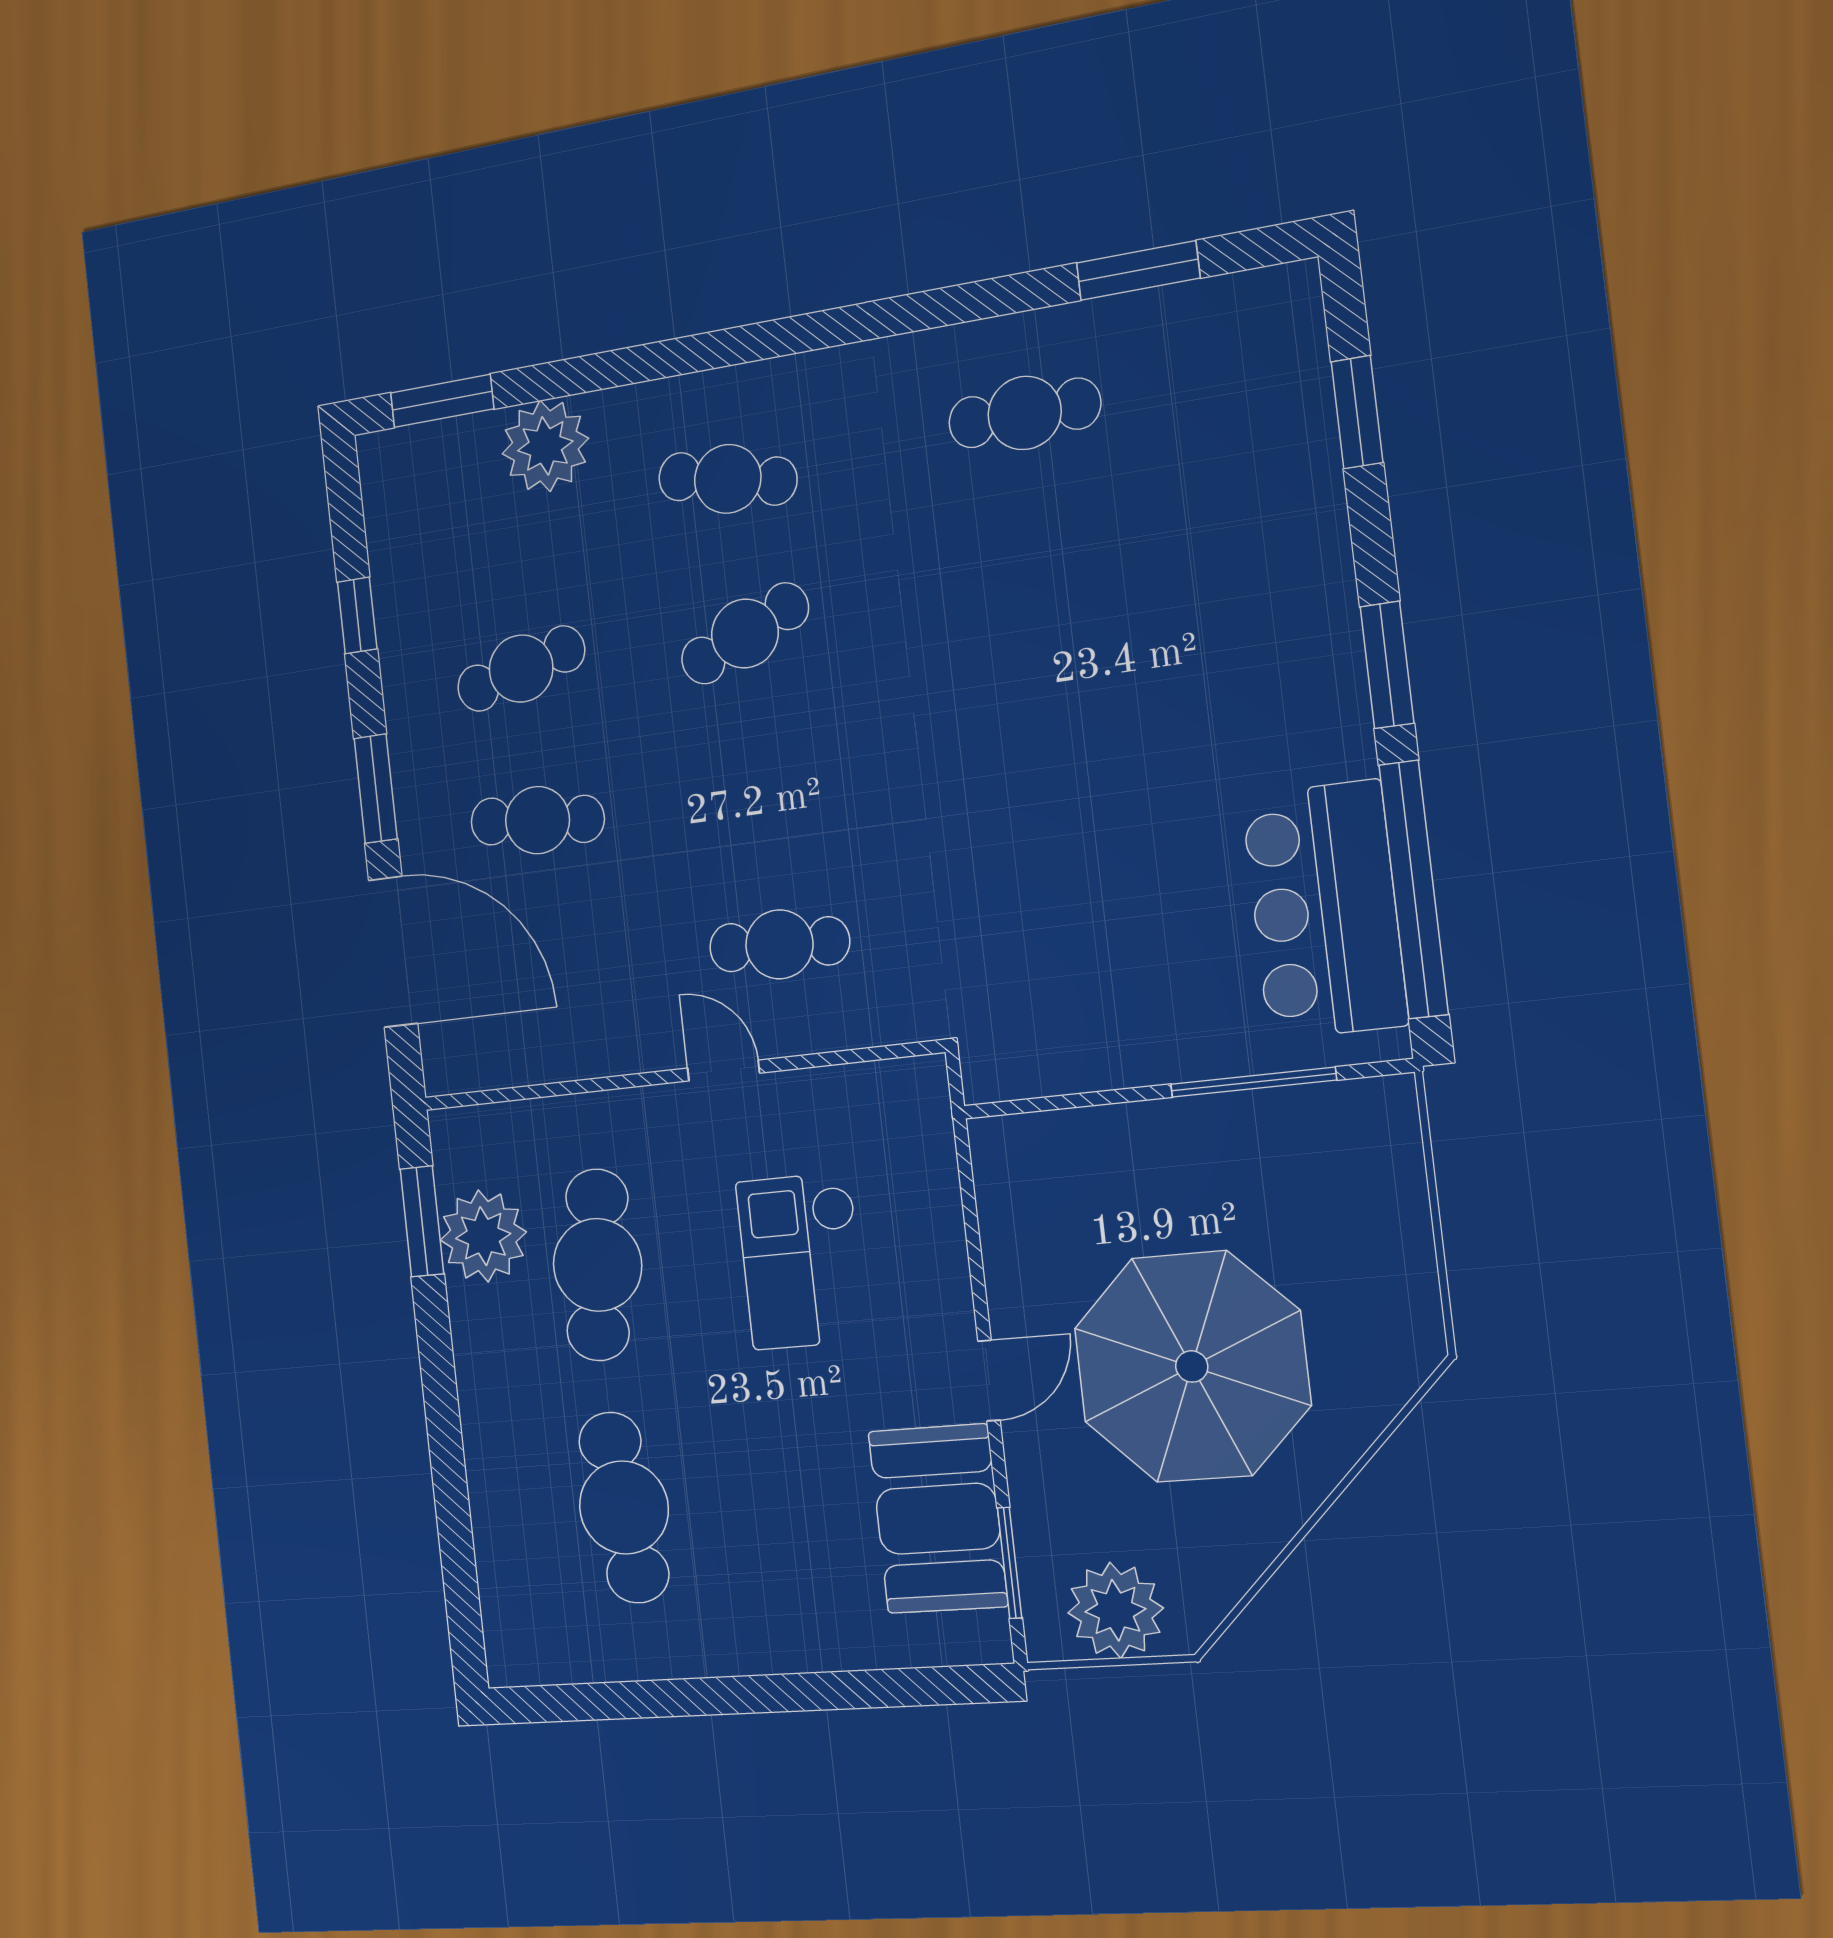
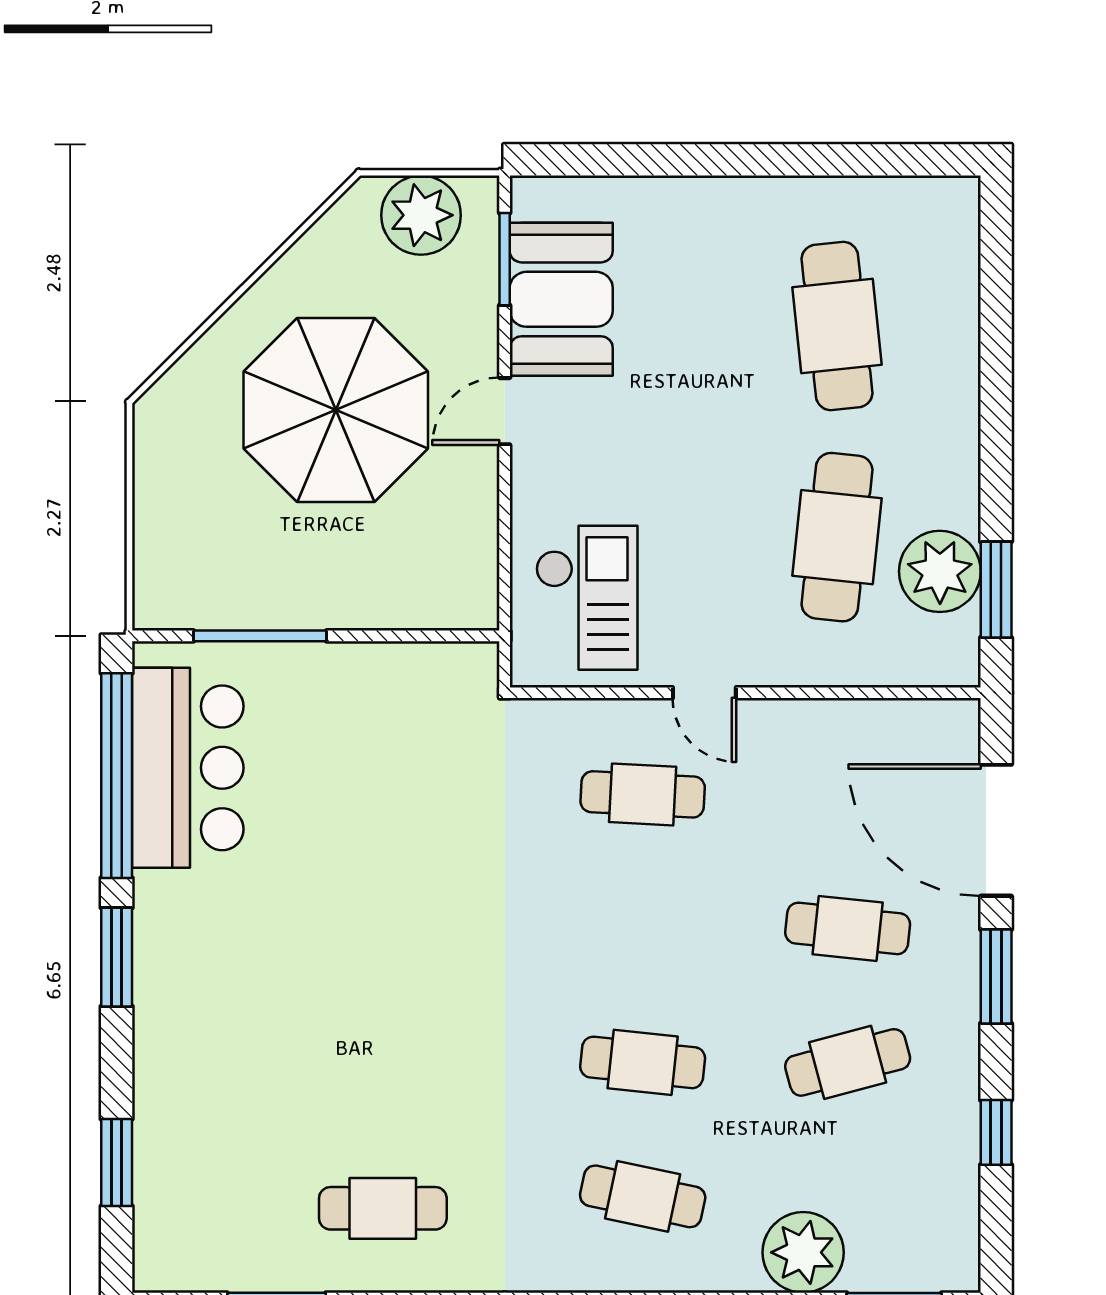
cafe table: (745, 633) -> (643, 1062), turned 30
checkout: (801, 1261) -> (587, 598), moved

